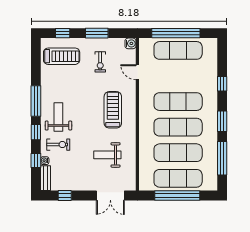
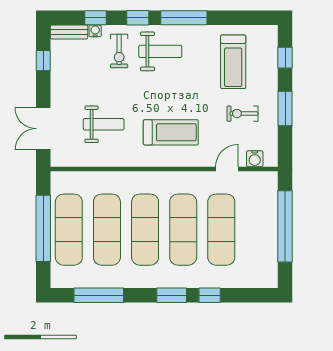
water cooler: (131, 43) -> (255, 159), moved
exercise mat: (178, 50) -> (221, 230), moved
treadmill: (62, 56) -> (233, 62), moved
window: (222, 121) -> (172, 295), moved
weight bench: (107, 155) -> (104, 124), turned 90

